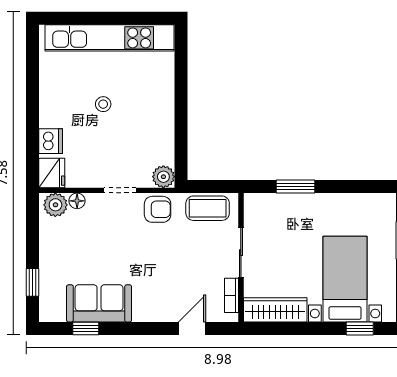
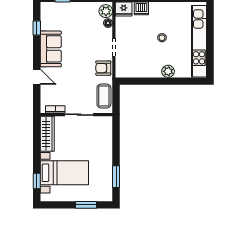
plant: (163, 177) -> (168, 71), moved
window: (295, 187) -> (116, 177), moved
armchair: (158, 209) -> (103, 68), turned 90
sofa: (99, 303) -> (51, 49), moved
door: (192, 328) -> (37, 77), moved

